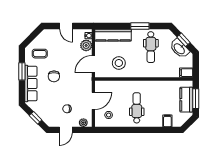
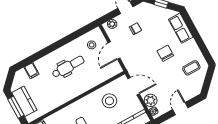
door: (66, 26) -> (180, 109), hinge flipped
door: (93, 64) -> (134, 86), hinge flipped
window: (22, 71) -> (199, 41), removed
row of seats: (31, 84) -> (181, 28), width x0.68
dental chair: (137, 108) -> (68, 67), turned -90

